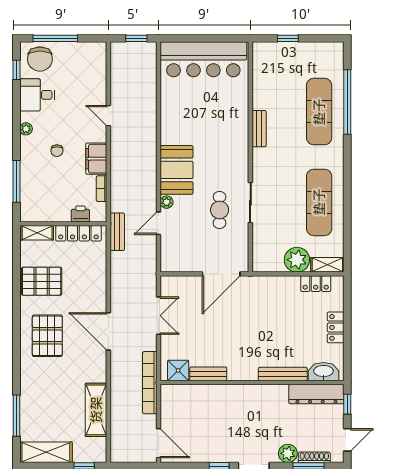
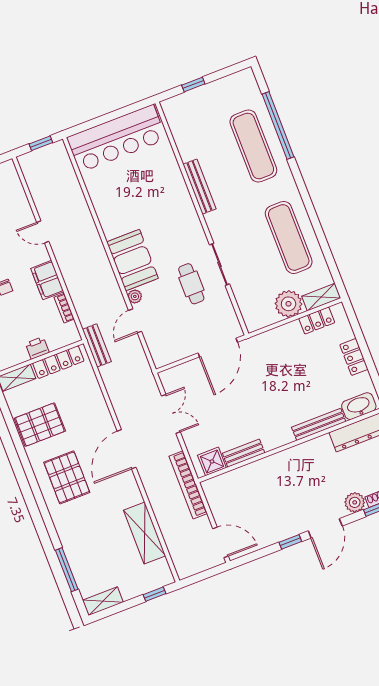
bench: (259, 129) -> (199, 187), width x1.36
printer: (80, 214) -> (37, 348), moved
door: (108, 331) -> (127, 449), hinge flipped
shelving: (46, 452) -> (103, 601), width x0.67, depth x0.75

